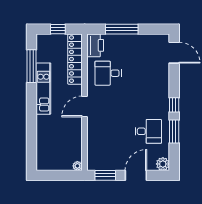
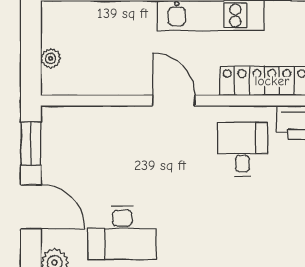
desk: (148, 131) -> (122, 233), width x1.37
plant: (77, 166) -> (51, 58), moved

